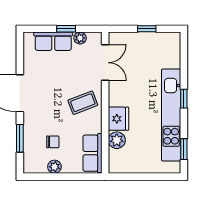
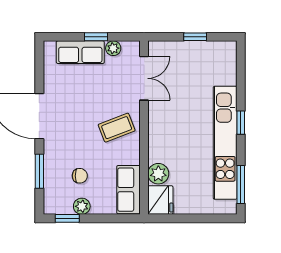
fridge: (118, 119) -> (160, 200), moved
window: (184, 149) -> (241, 185), width x1.50
window: (43, 177) -> (67, 218), added

